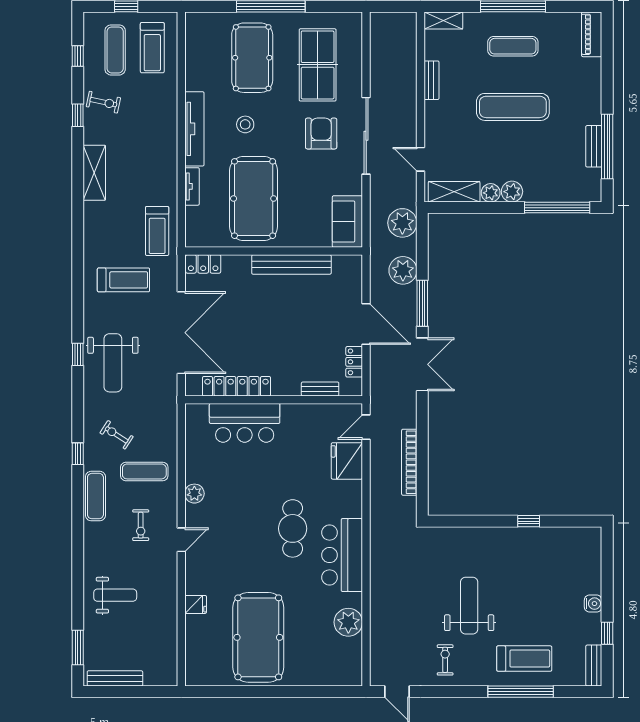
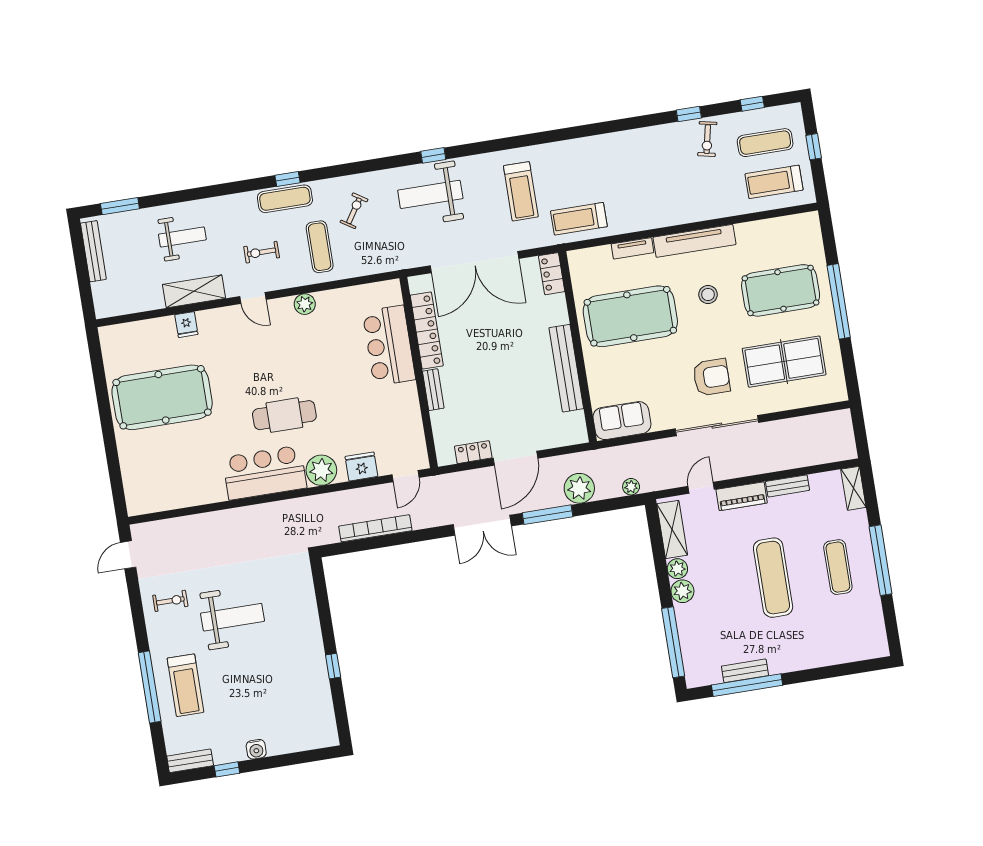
piano: (592, 34) -> (742, 496), moved, turned 180
shelving: (94, 173) -> (194, 291), moved
plant: (402, 223) -> (631, 487), width x0.53, depth x0.53
bench: (320, 389) -> (433, 390), moved
door: (366, 427) -> (406, 476), swing flipped
window: (78, 454) -> (287, 179), moved
fridge: (347, 461) -> (361, 466), width x0.73, depth x0.75
weight bench: (115, 595) -> (182, 237), turned -90
plant: (348, 622) -> (321, 470), moved

